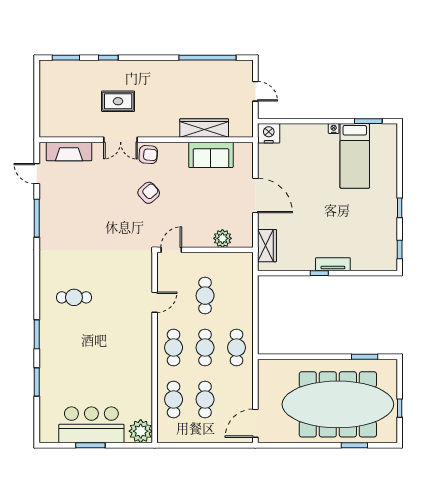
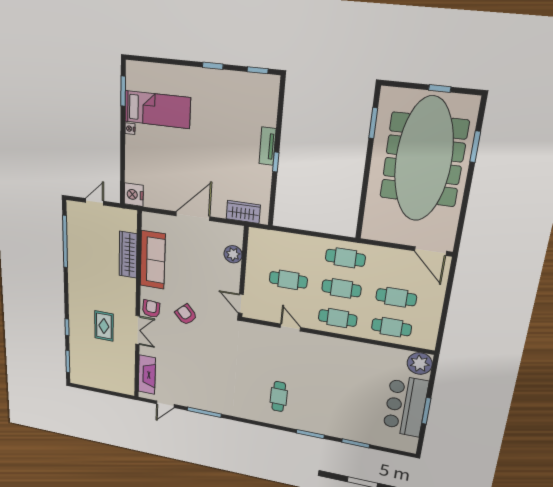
sofa: (211, 155) -> (153, 260), width x1.36

